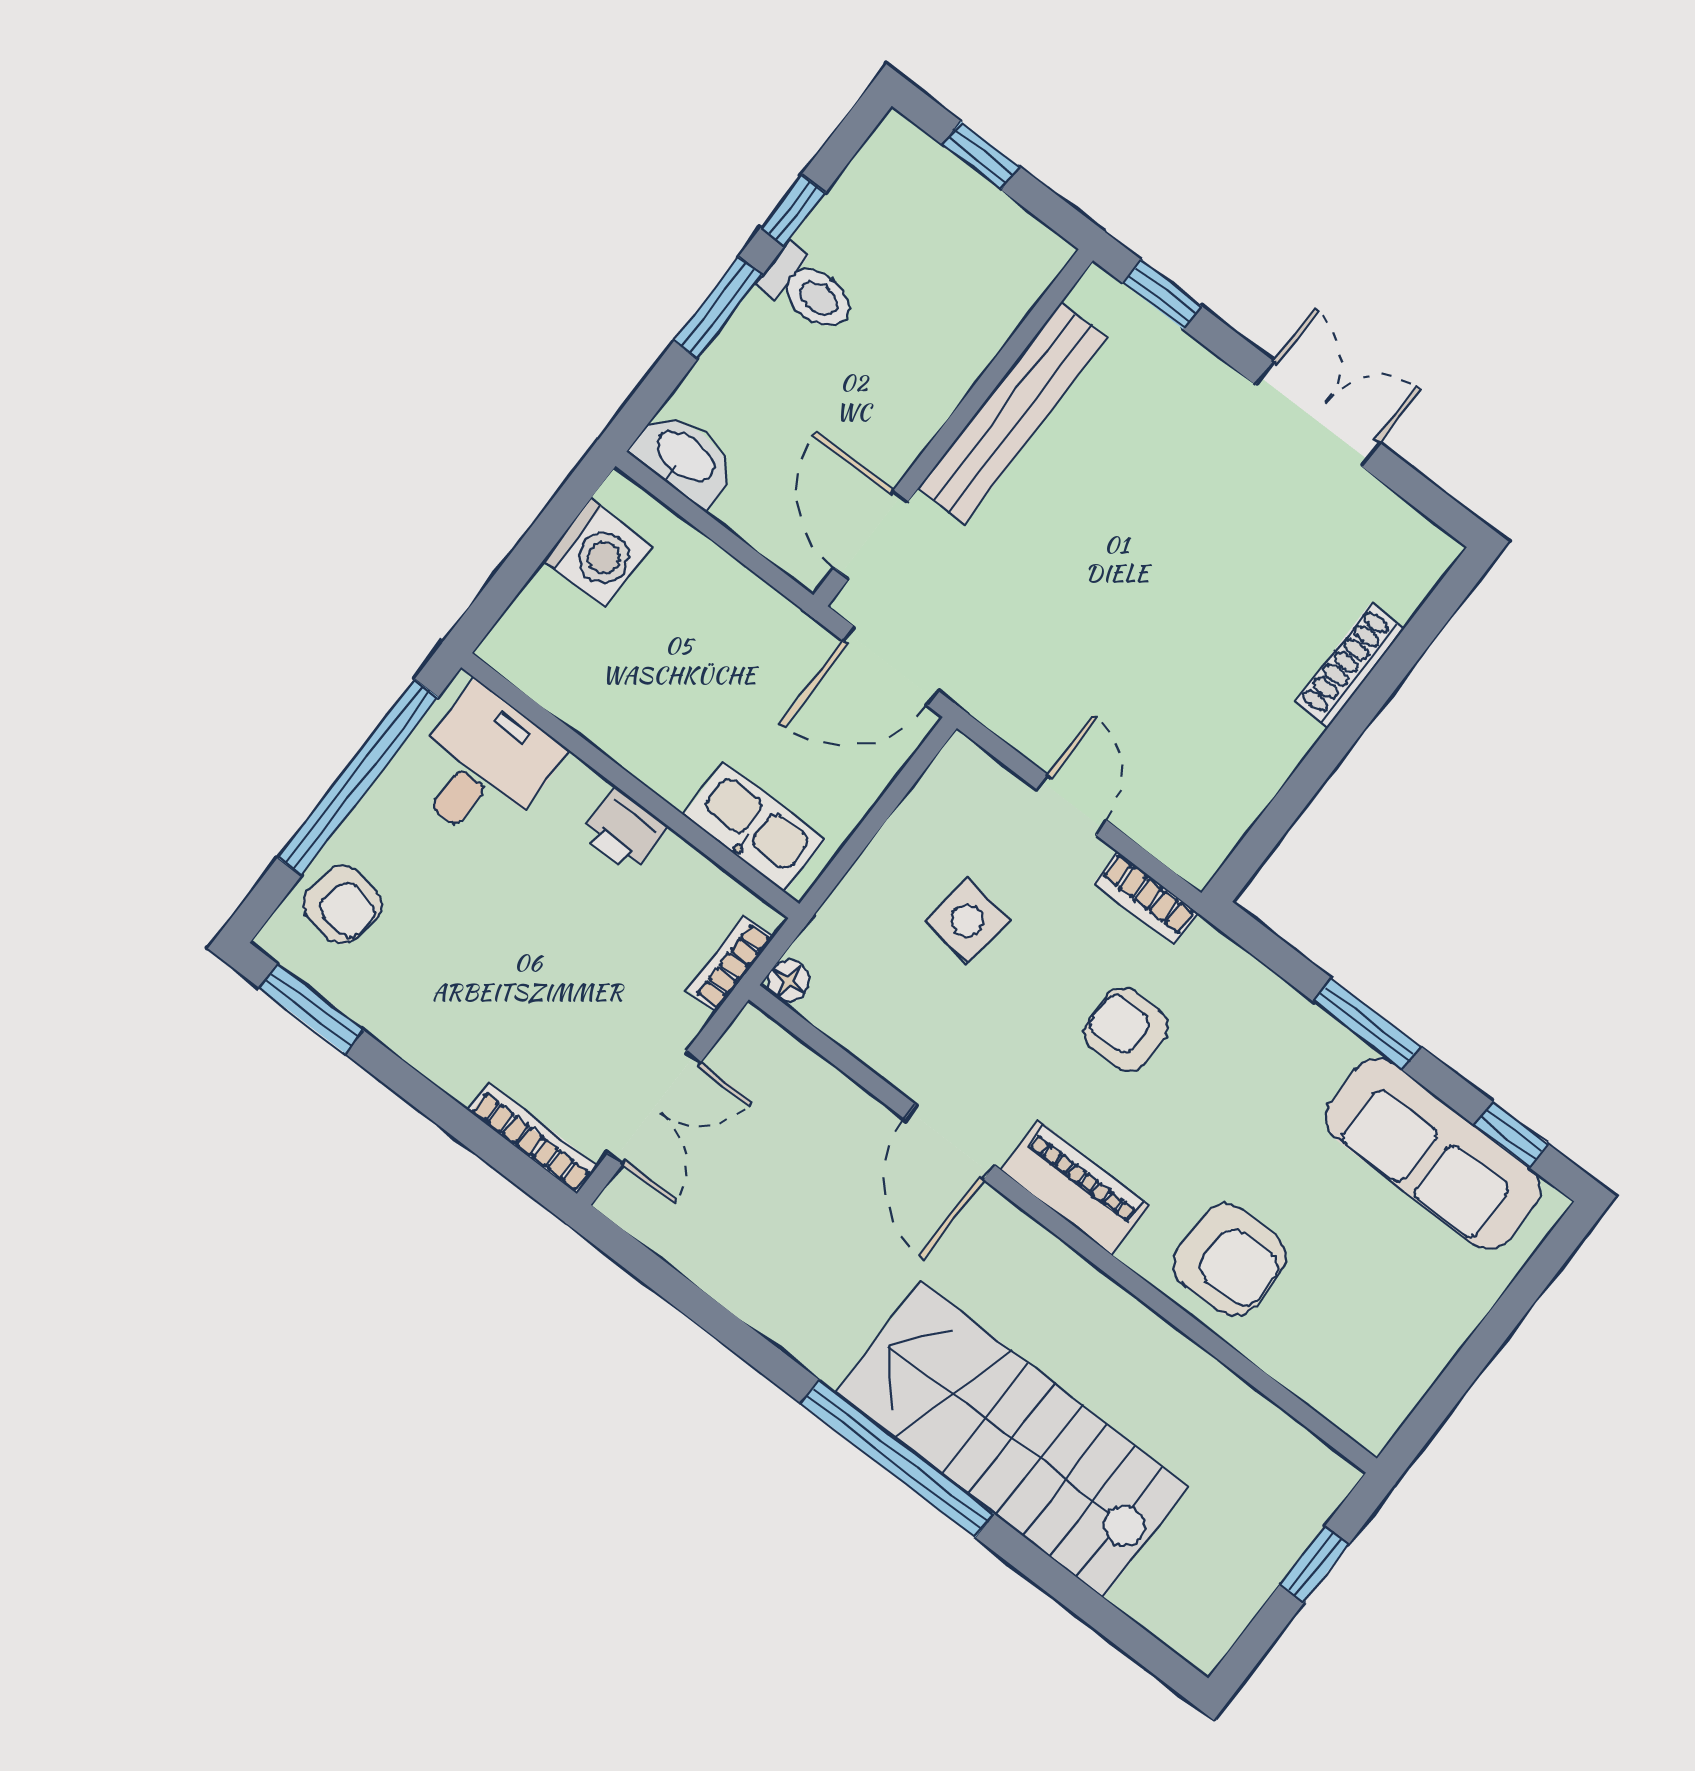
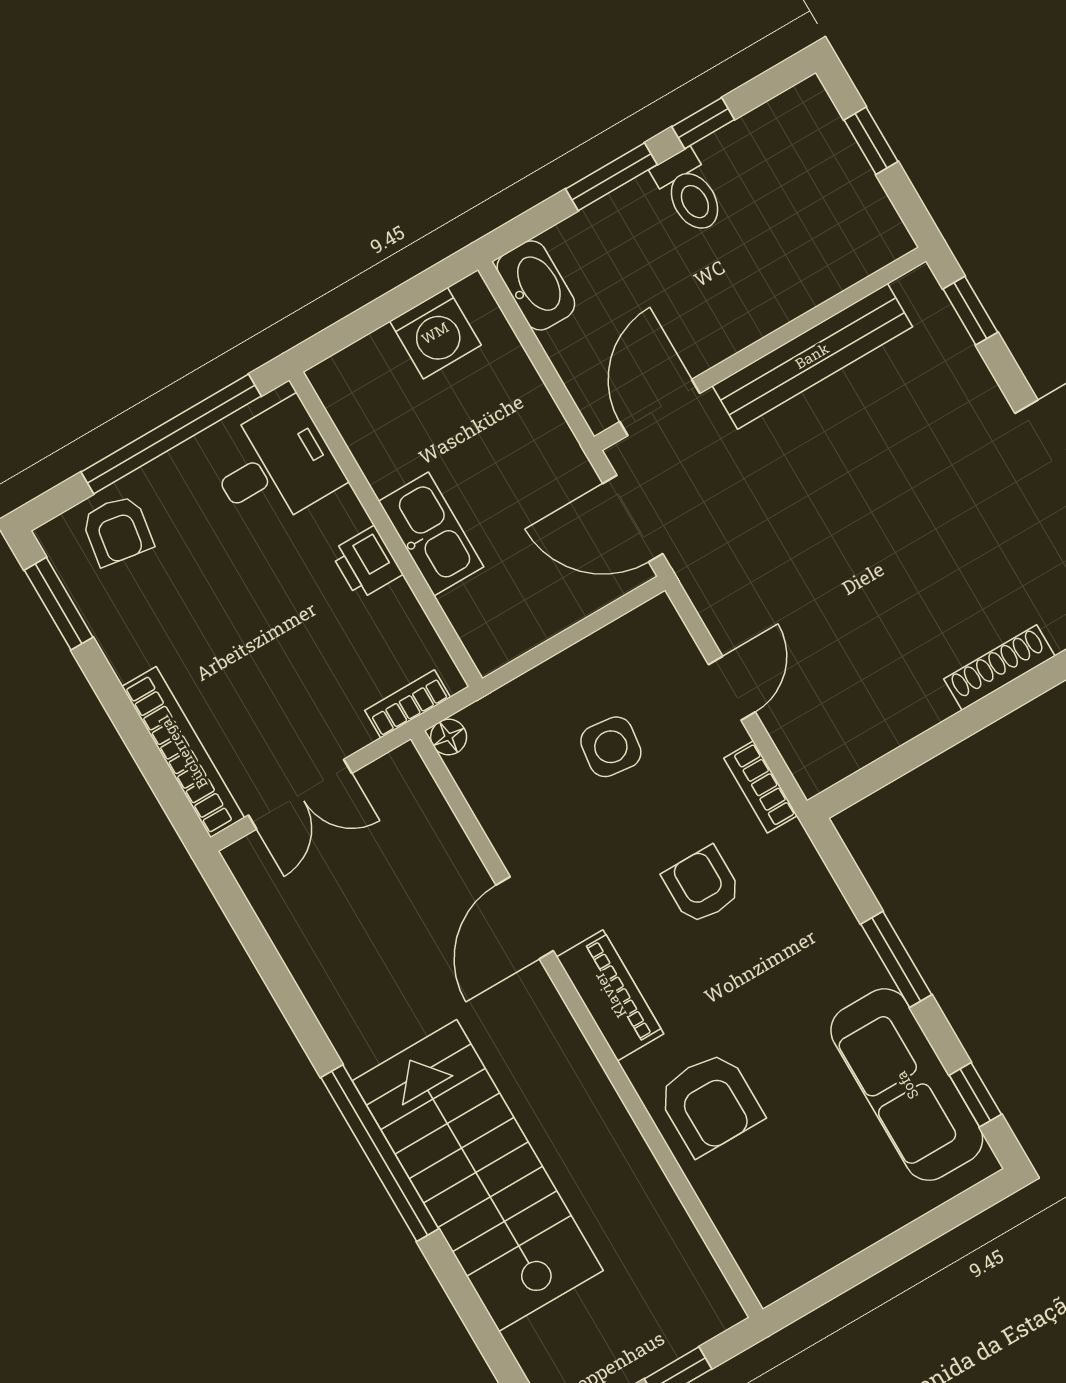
kitchen sink: (754, 827) -> (431, 534), moved
bookcase: (533, 1138) -> (183, 752), width x1.48, depth x1.31

